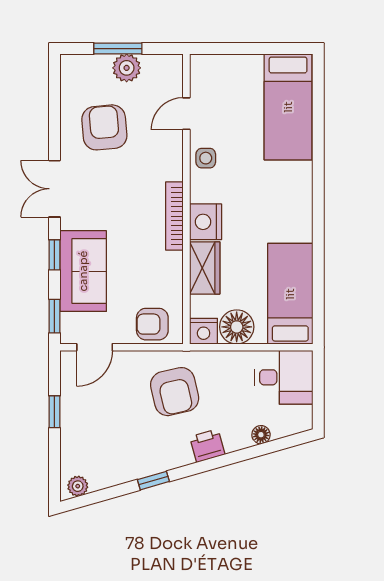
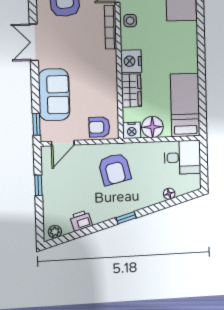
bookcase: (174, 216) -> (110, 27), moved
window: (54, 255) -> (35, 85), removed
printer: (207, 446) -> (81, 221), moved
window: (153, 481) -> (126, 218), moved

